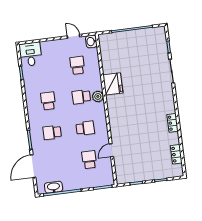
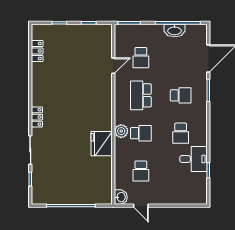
desk: (31, 54) -> (194, 159), moved, turned -90
locker: (173, 123) -> (37, 117), moved
school desk: (85, 128) -> (141, 95), width x1.85
washbasin: (54, 187) -> (175, 31), moved

